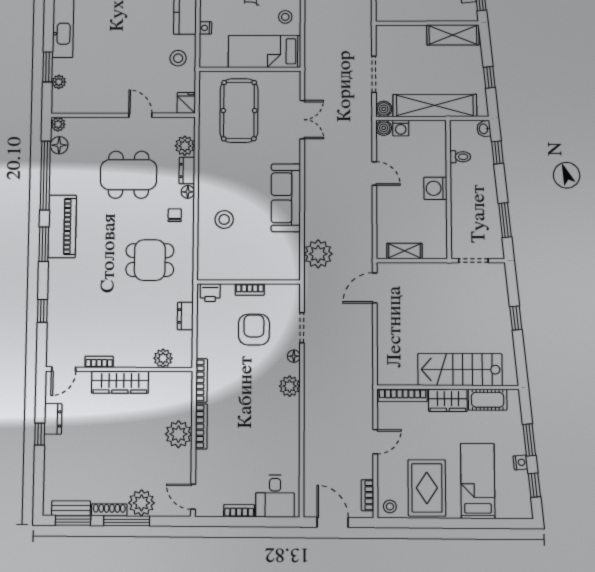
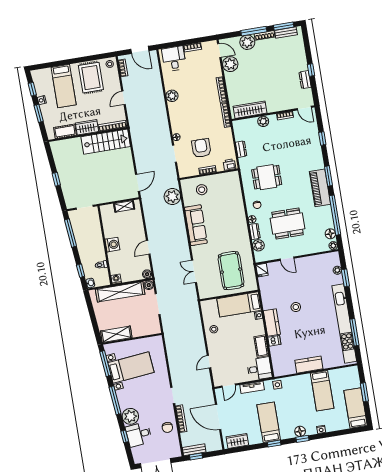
bed: (265, 51) -> (239, 304), moved, turned 180
stool: (178, 58) -> (296, 307), moved
window: (489, 77) -> (92, 313), removed
washing machine: (401, 128) -> (116, 279), moved
door: (374, 173) -> (148, 247), hinge flipped
stool: (224, 219) -> (202, 190), moved
window: (505, 220) -> (71, 233), width x1.44
armchair: (254, 330) -> (201, 148), turned 180
plant: (163, 358) -> (263, 121), moved
door: (64, 369) -> (304, 108), swing flipped
stairs: (460, 370) -> (106, 142), moved
wardrobe: (120, 382) -> (250, 110), moved
plant: (290, 386) -> (172, 96), moved
plant: (178, 434) -> (230, 64), moved

